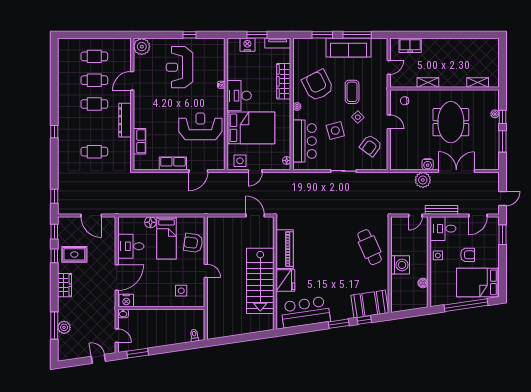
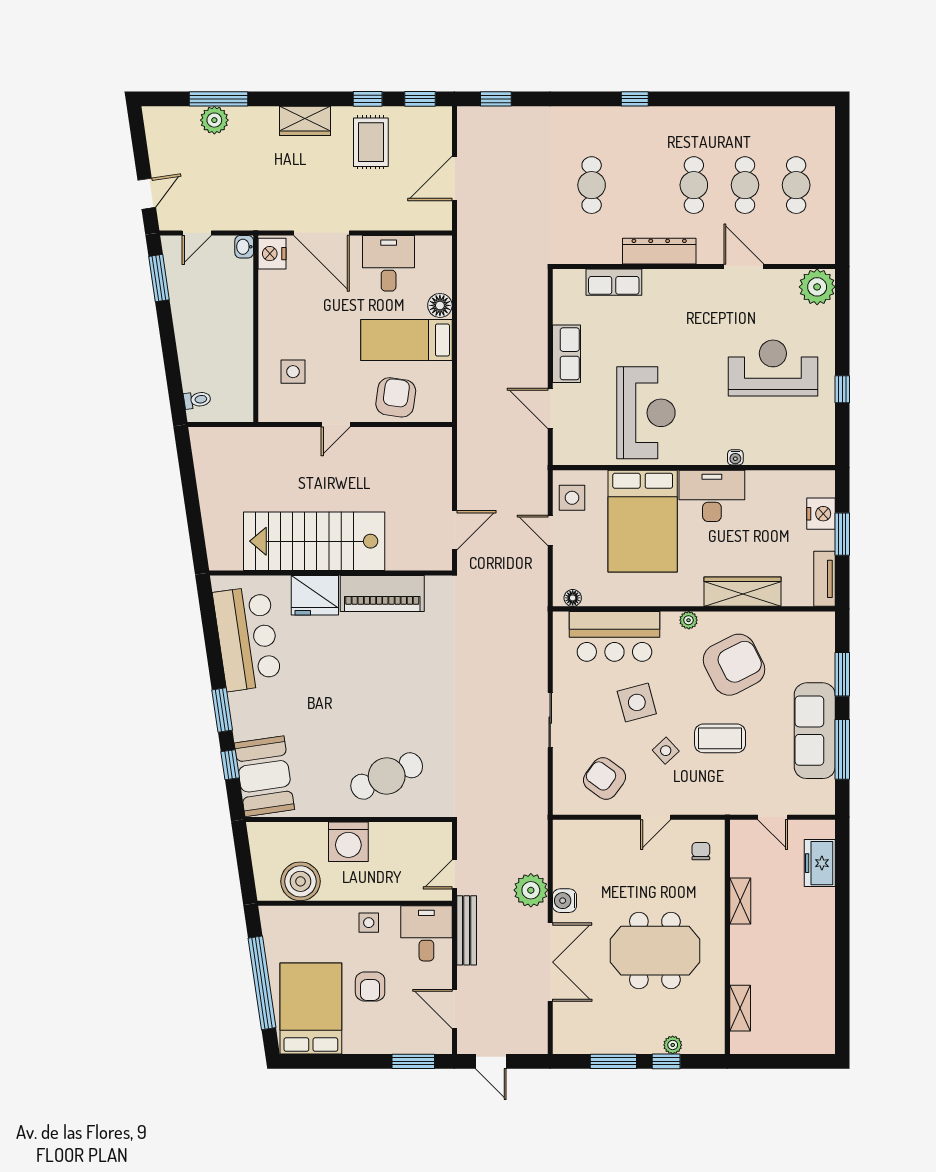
door: (415, 216) -> (454, 874), hinge flipped
boiler: (423, 283) -> (300, 881), width x1.86, depth x1.86

